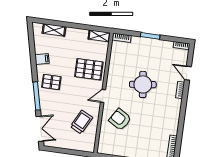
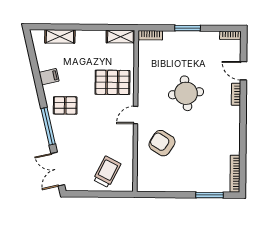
trolley: (81, 122) -> (107, 172), moved
double door: (40, 129) -> (58, 169), swing flipped

